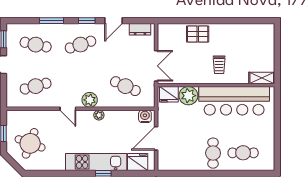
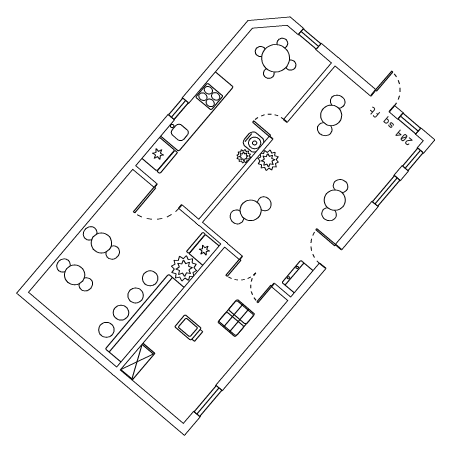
window: (87, 21) -> (413, 159), moved
window: (250, 21) -> (208, 401), added
pallet: (198, 34) -> (236, 318), moved
cafe table: (36, 45) -> (375, 153), removed
double door: (156, 66) -> (257, 271), moved
water cooler: (145, 116) -> (254, 142), moved
door: (156, 138) -> (168, 196), swing flipped
round table: (30, 143) -> (276, 58), turned -36
cafe table: (243, 153) -> (75, 275), turned 90

